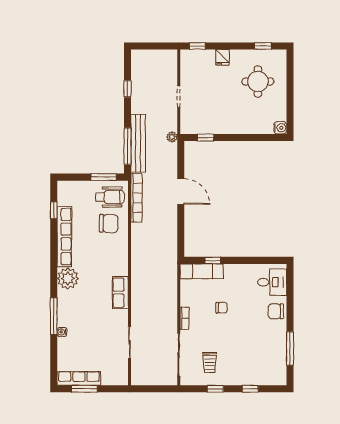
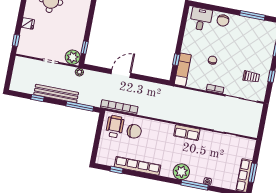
plant: (190, 124) -> (73, 57), added
bench: (138, 143) -> (56, 94), moved
window: (104, 177) -> (99, 128), removed
chair: (109, 224) -> (134, 131), turned 88
plant: (68, 278) -> (181, 172), moved

